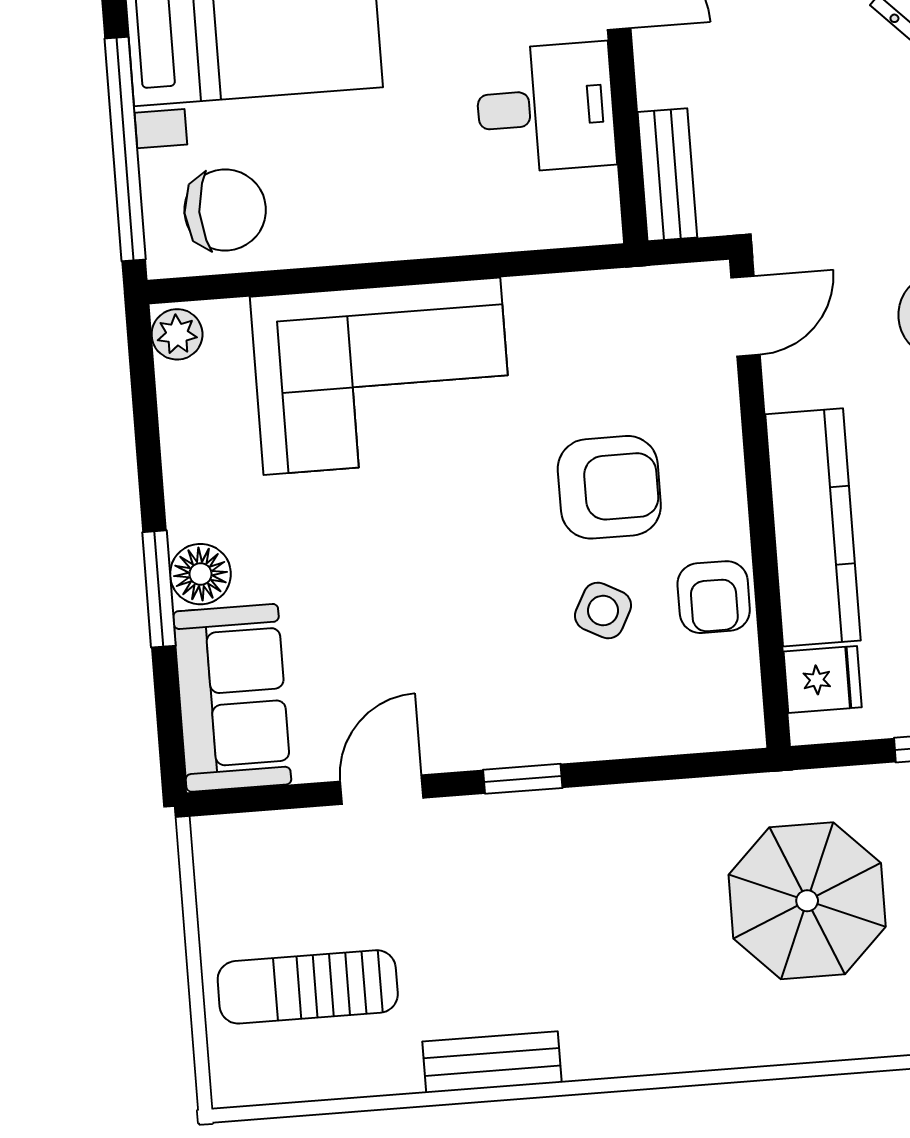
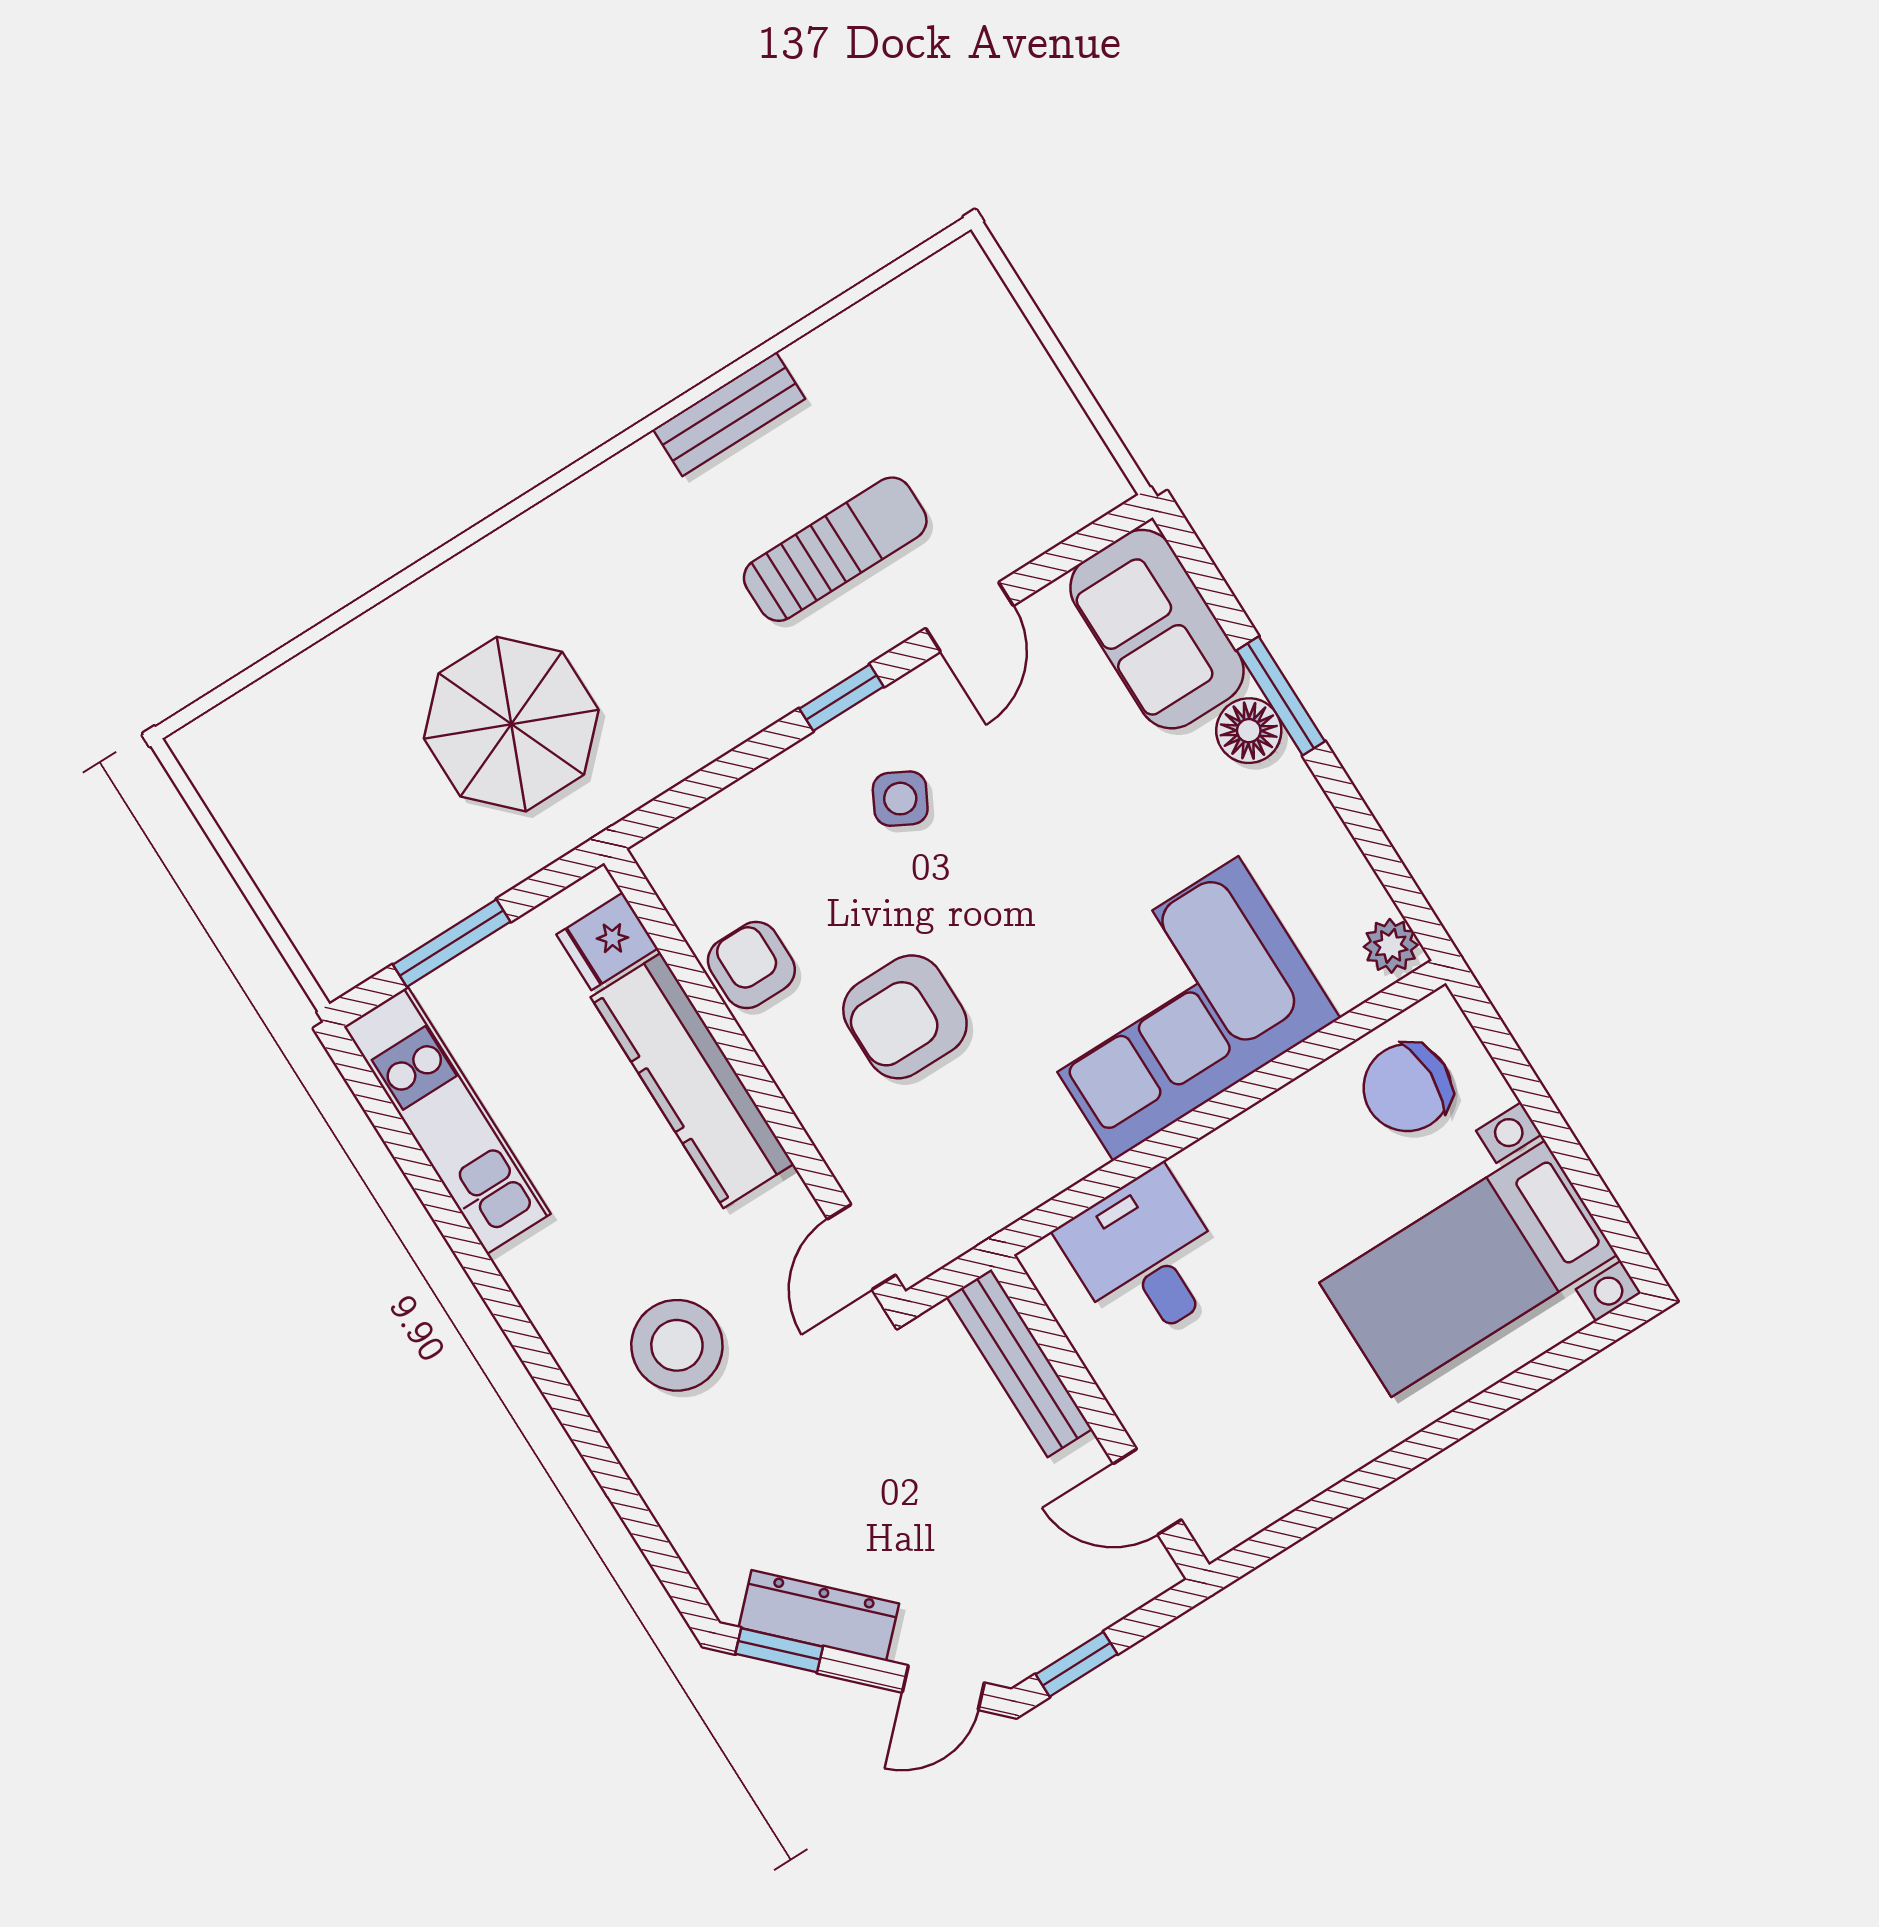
desk: (545, 108) -> (1145, 1257), moved, turned 90
window: (125, 149) -> (1532, 1095), removed
bench: (667, 175) -> (1019, 1363), width x1.36
side table: (603, 611) -> (900, 799), moved
sun lounger: (308, 987) -> (835, 549), moved

